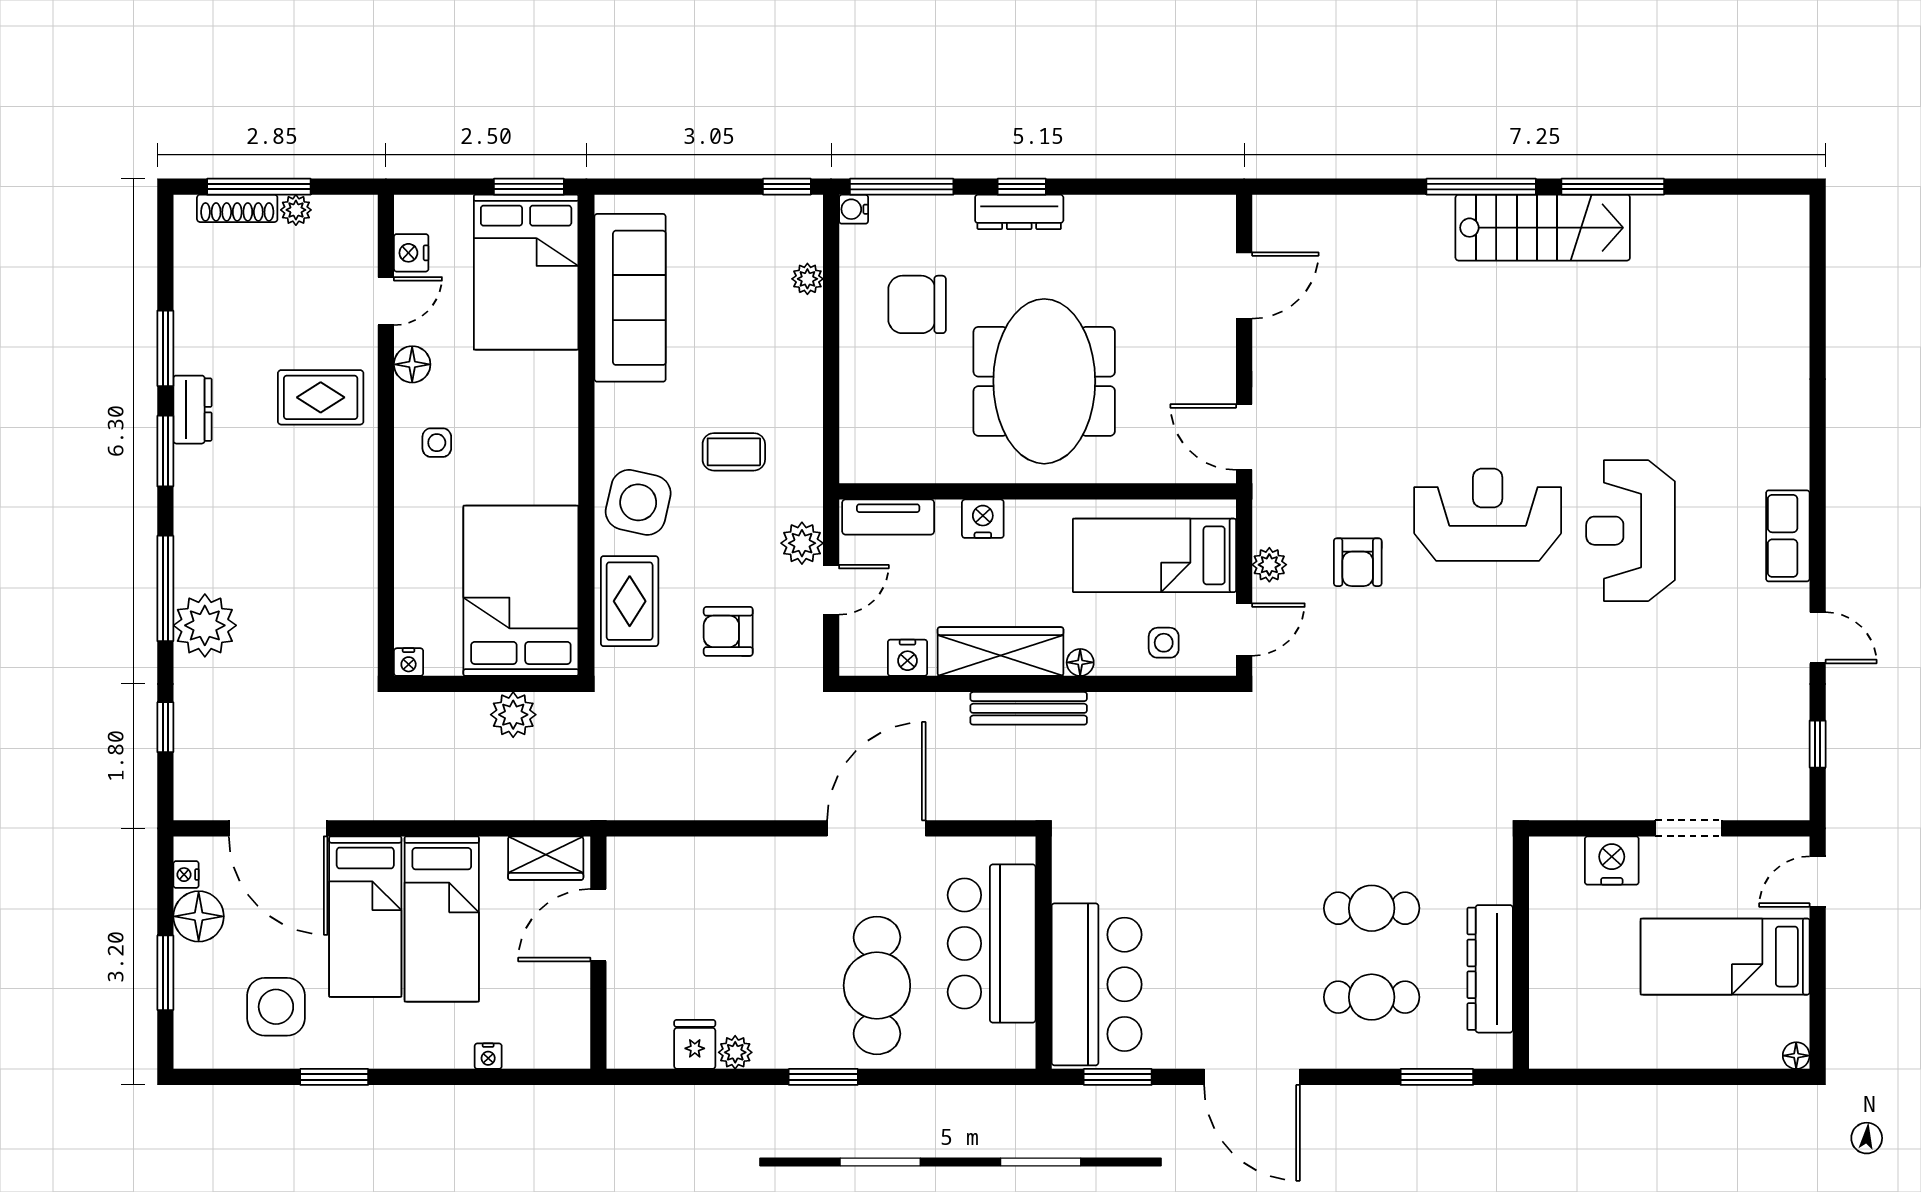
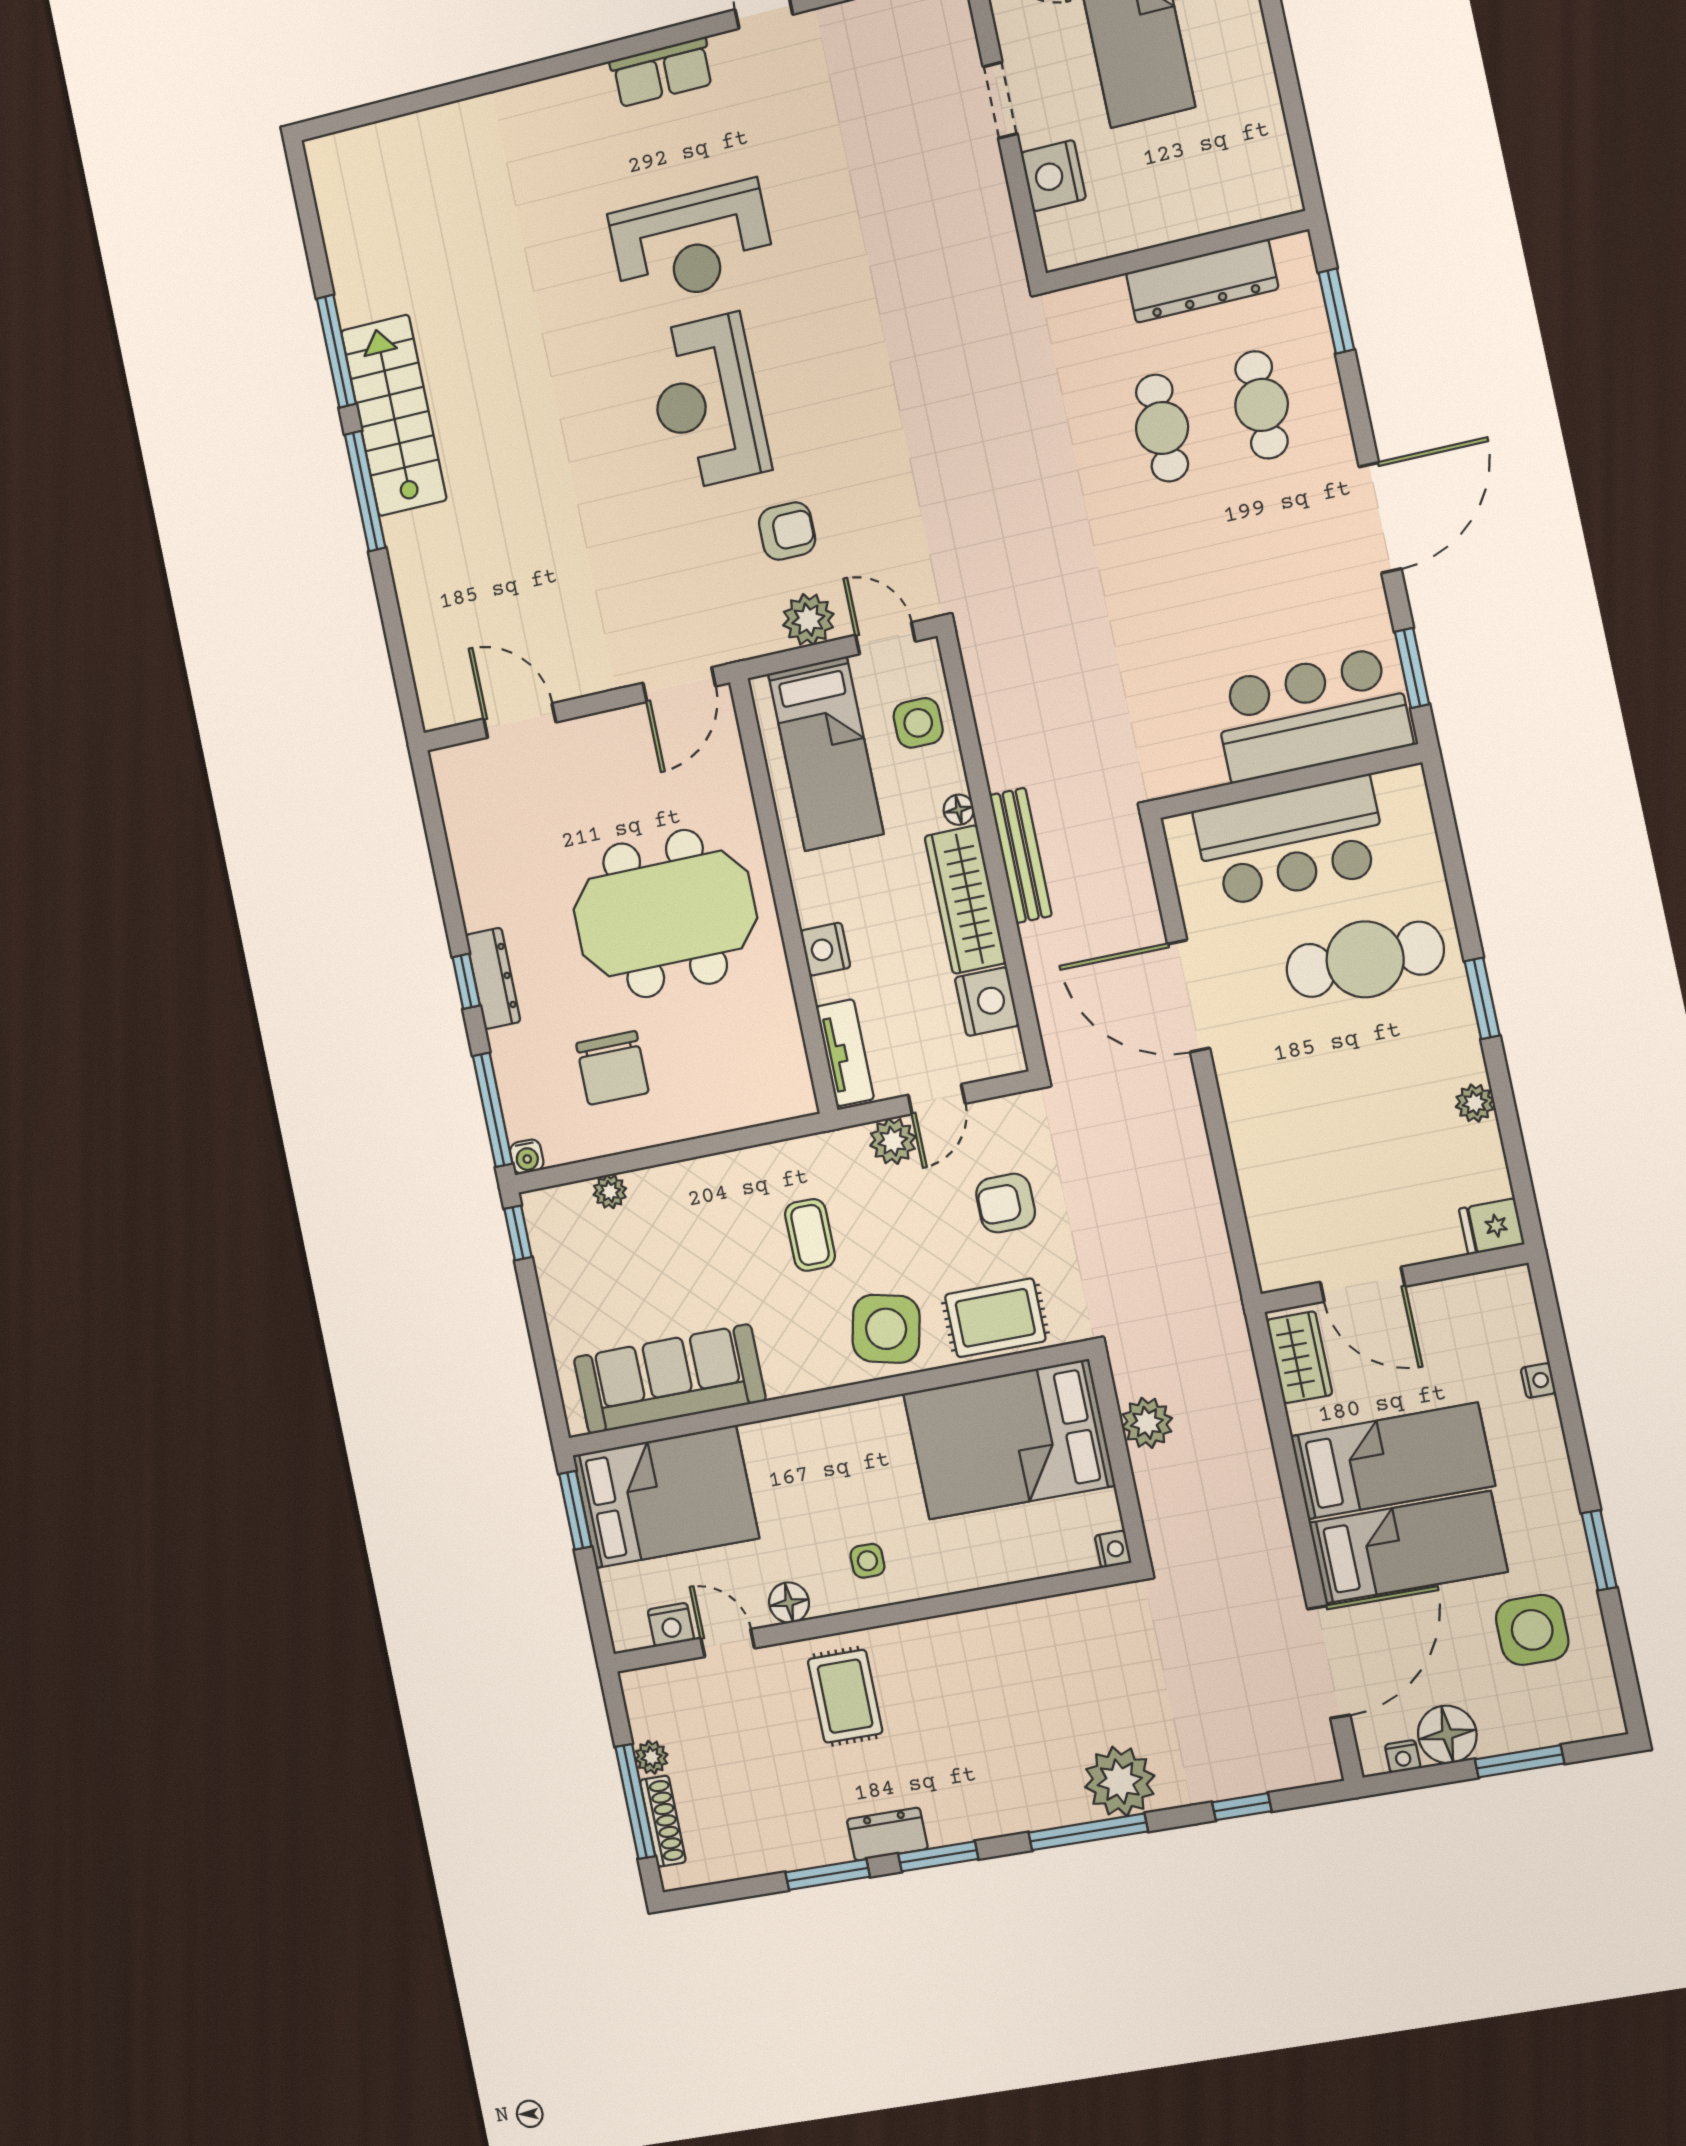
plant: (1269, 565) -> (808, 620), width x1.38, depth x1.38
door: (831, 590) -> (937, 1099), swing flipped
armchair: (728, 631) -> (1006, 1203), turned 90
side table: (1164, 643) -> (918, 723), width x1.37, depth x1.37
nightstand: (907, 658) -> (987, 1002), width x1.36, depth x1.33
fridge: (695, 1044) -> (1492, 1226), moved

